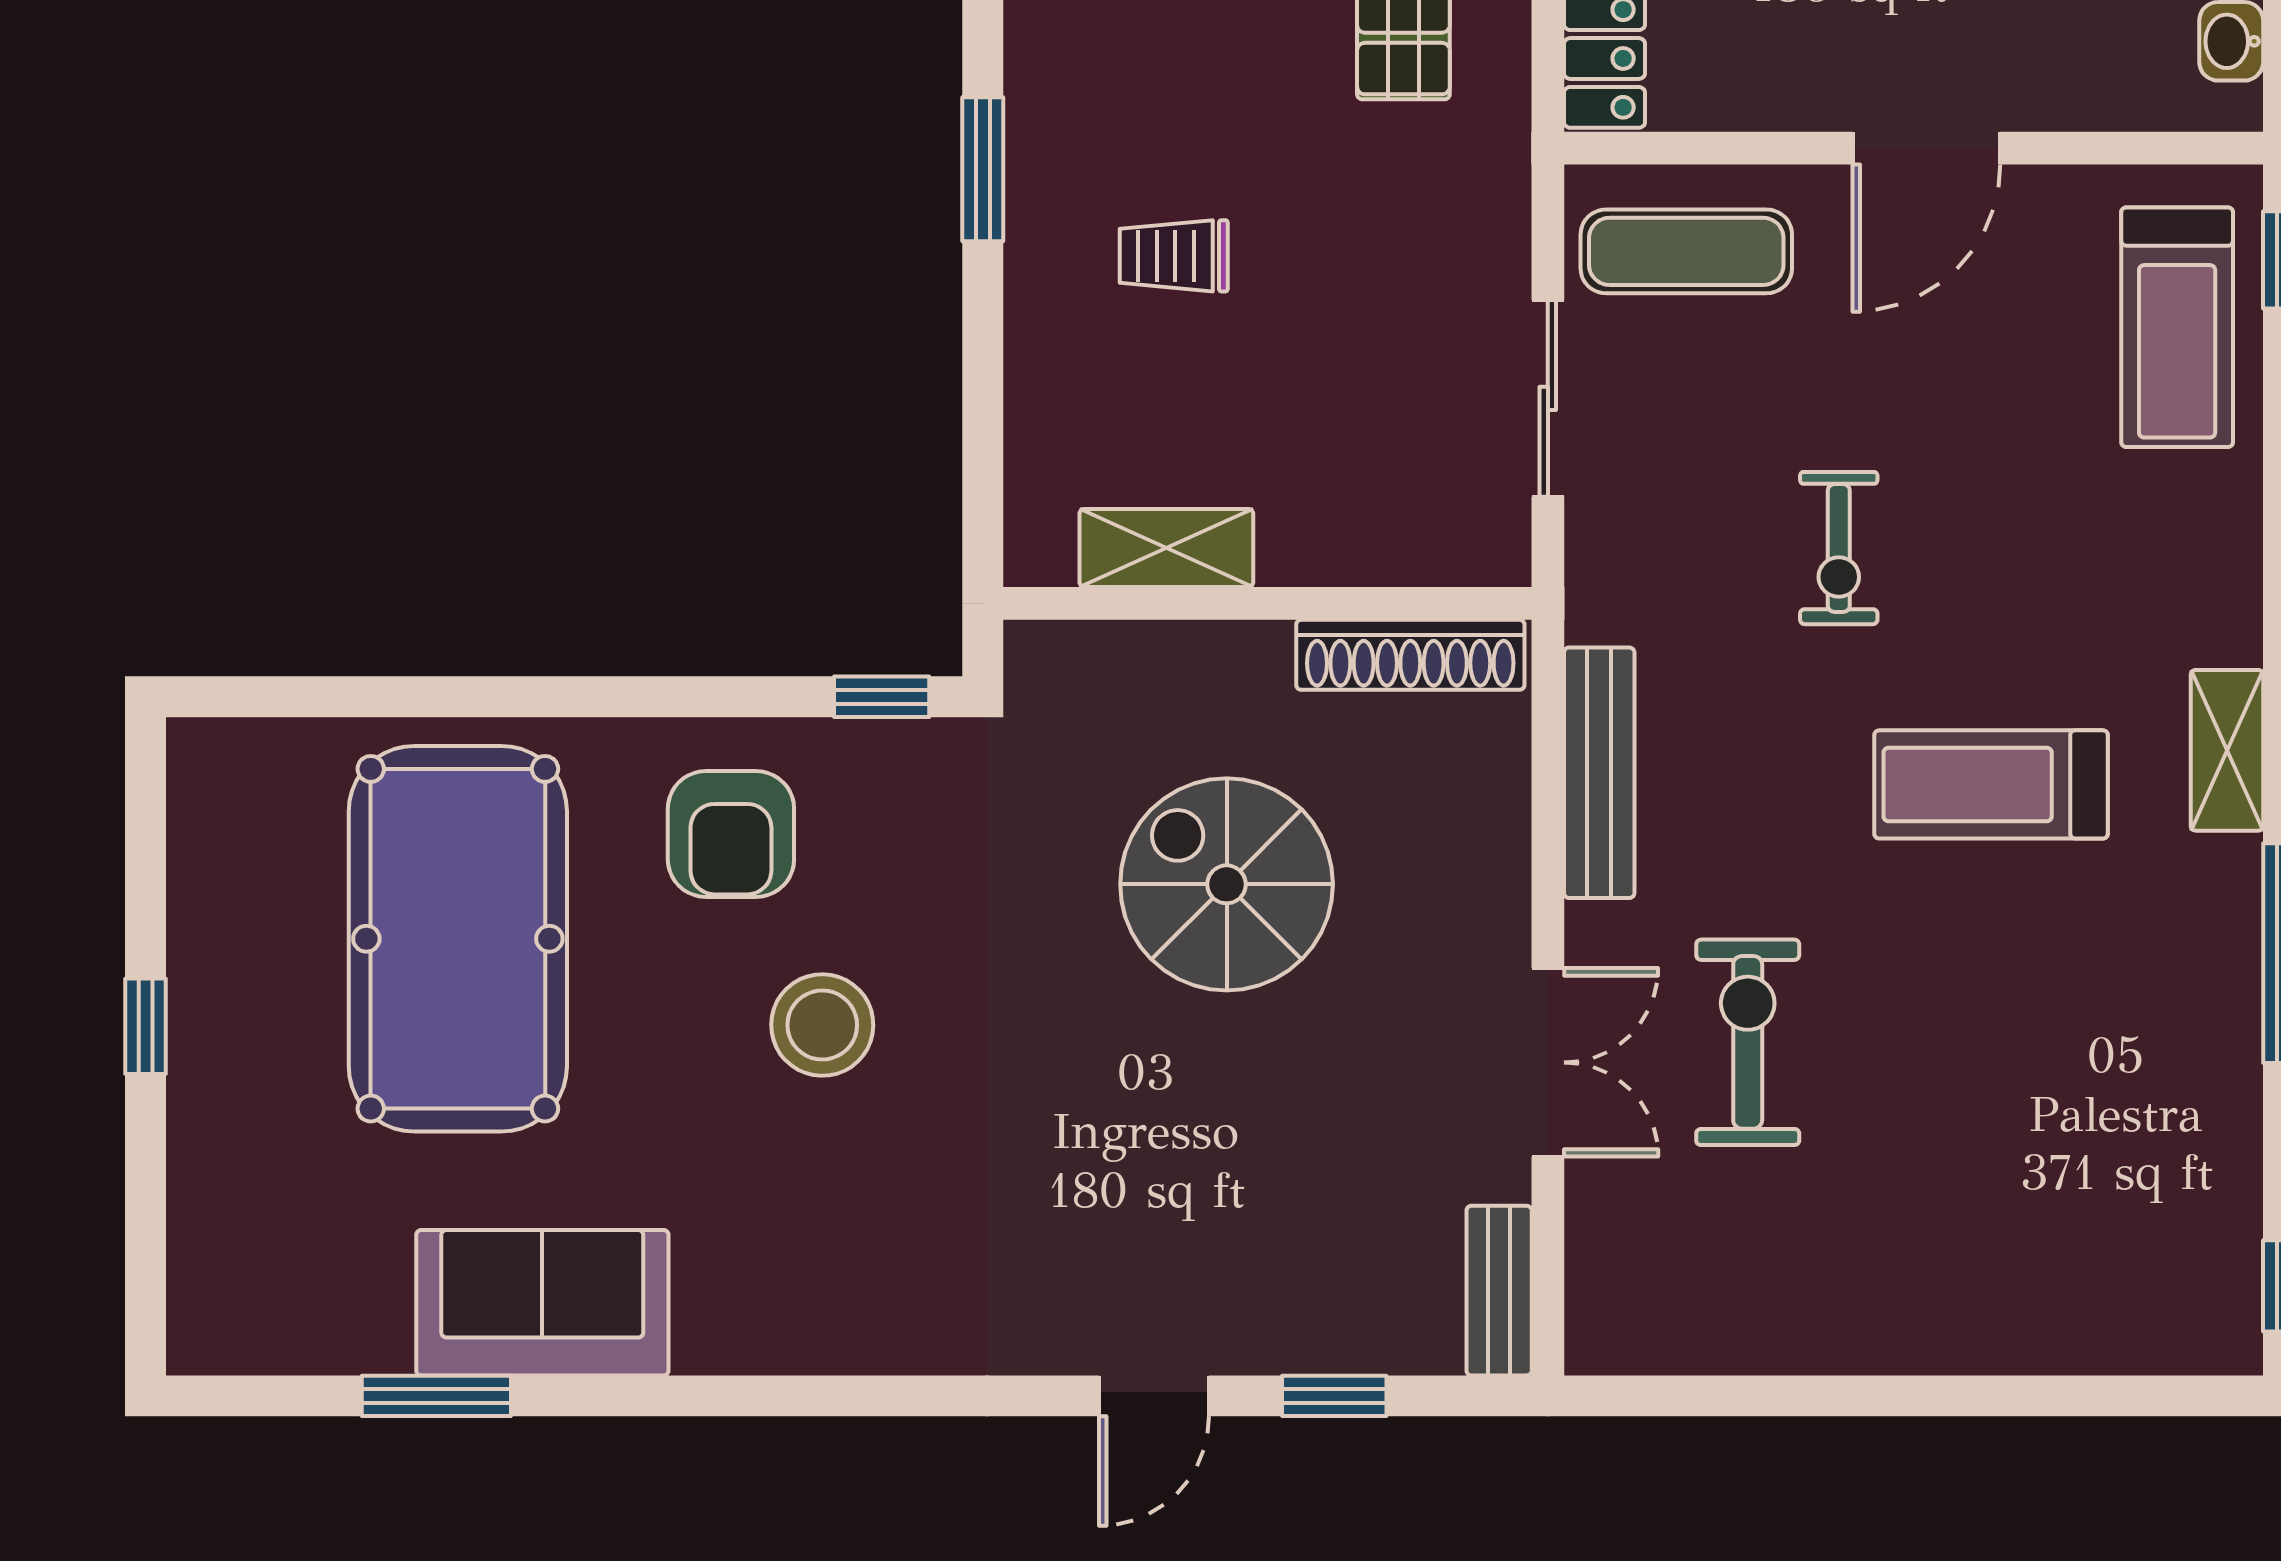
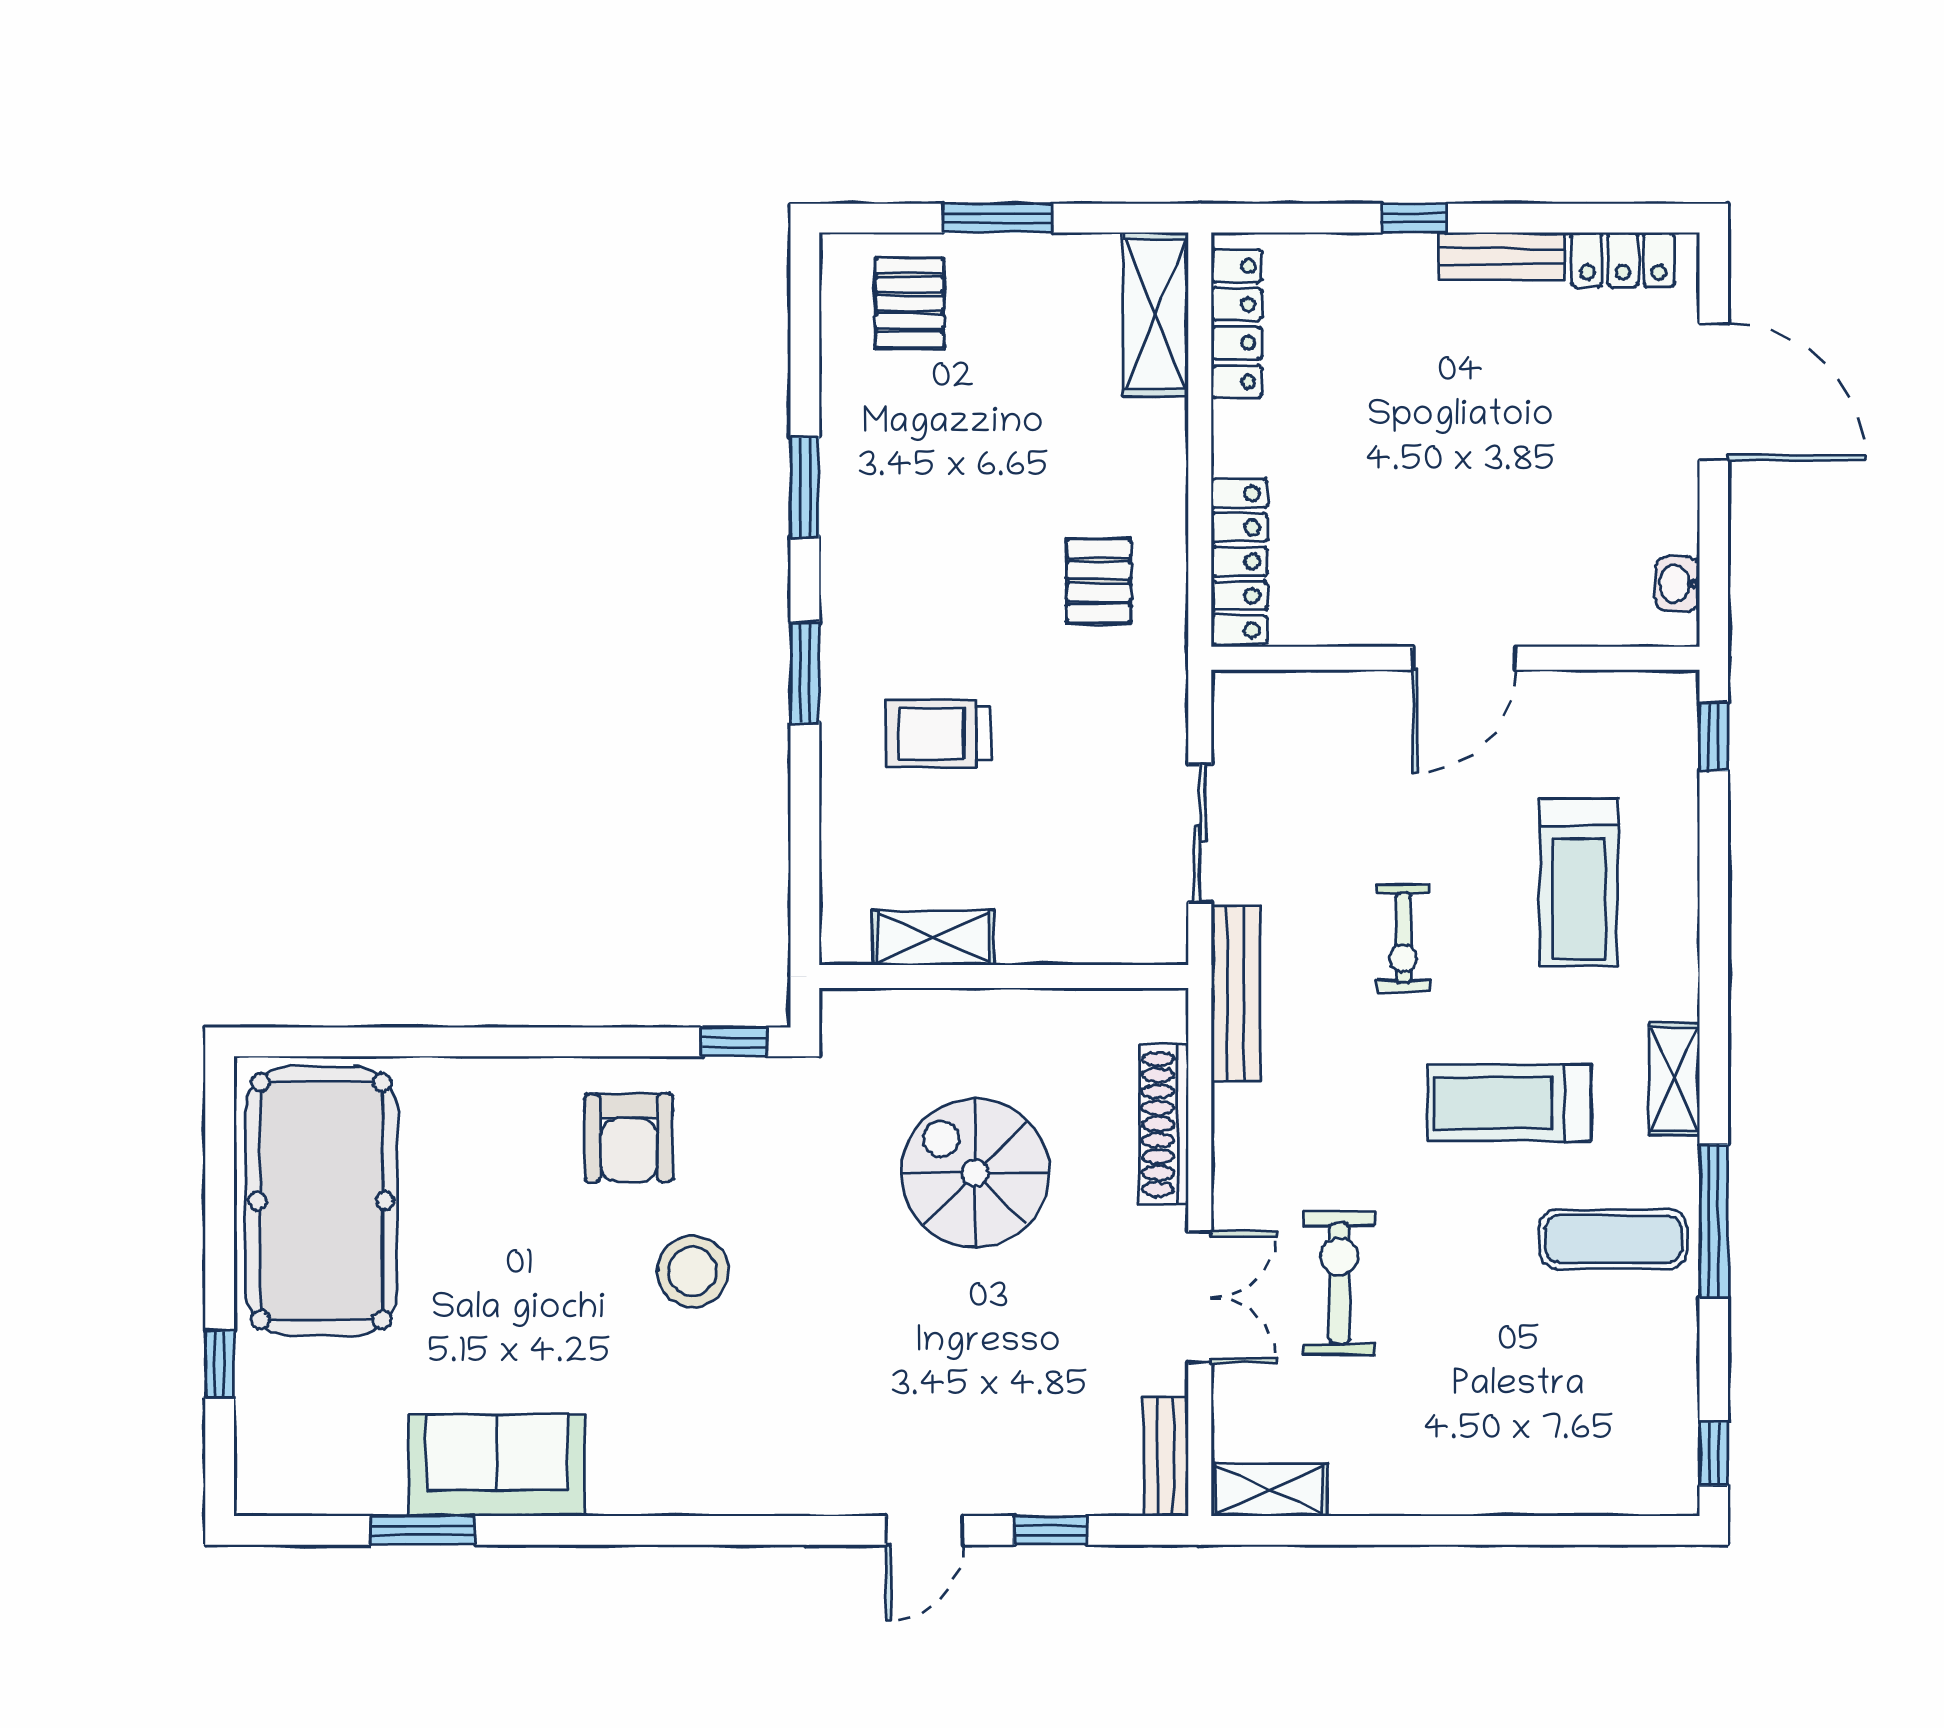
exercise mat: (1686, 251) -> (1613, 1239), moved
trolley: (1174, 256) -> (938, 734), width x1.36, depth x1.39
treadmill: (2177, 327) -> (1579, 882), moved
shoe rack: (1410, 655) -> (1164, 1124), moved, turned 90
bench: (1599, 773) -> (1236, 994), moved
pool table: (458, 939) -> (321, 1201), moved
window: (146, 1026) -> (220, 1364), moved
shelving: (1647, 1338) -> (1269, 1490), added

